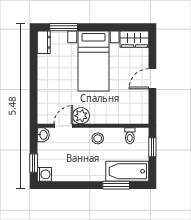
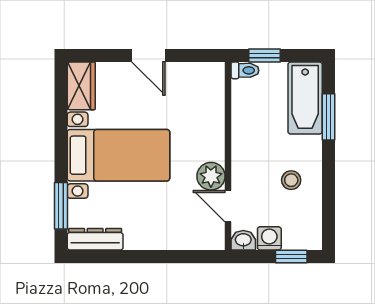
dresser: (44, 42) -> (95, 239), width x1.44
toilet: (130, 136) -> (245, 70), moved
stool: (98, 138) -> (291, 180), moved
washing machine: (44, 174) -> (269, 238), moved

